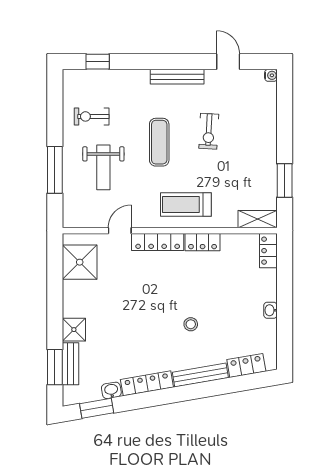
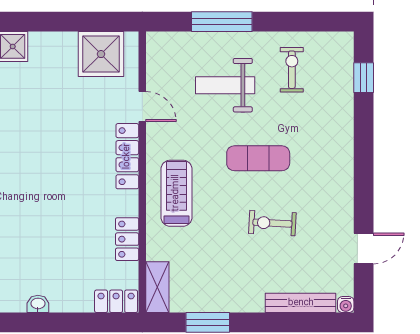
bench: (177, 77) -> (301, 303), moved, turned 90
locker: (203, 242) -> (127, 239), moved
stool: (191, 324) -> (20, 200), removed

